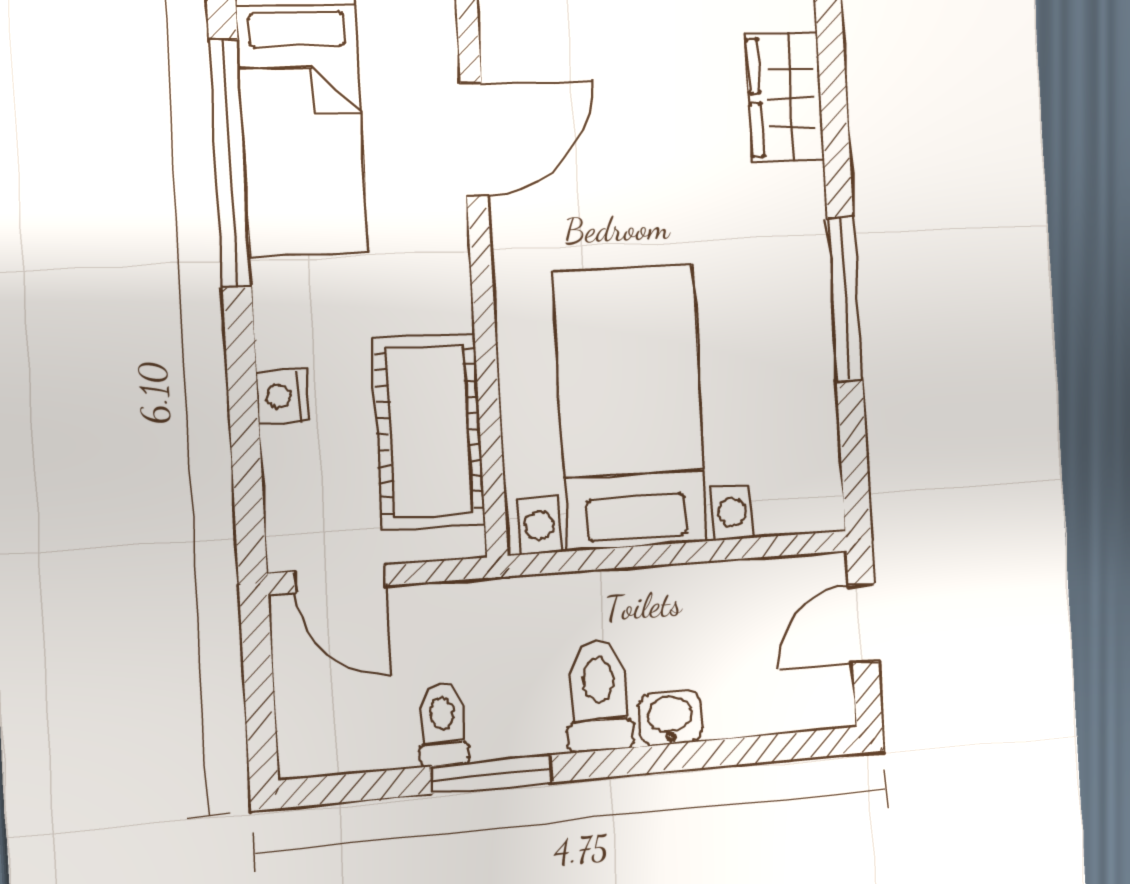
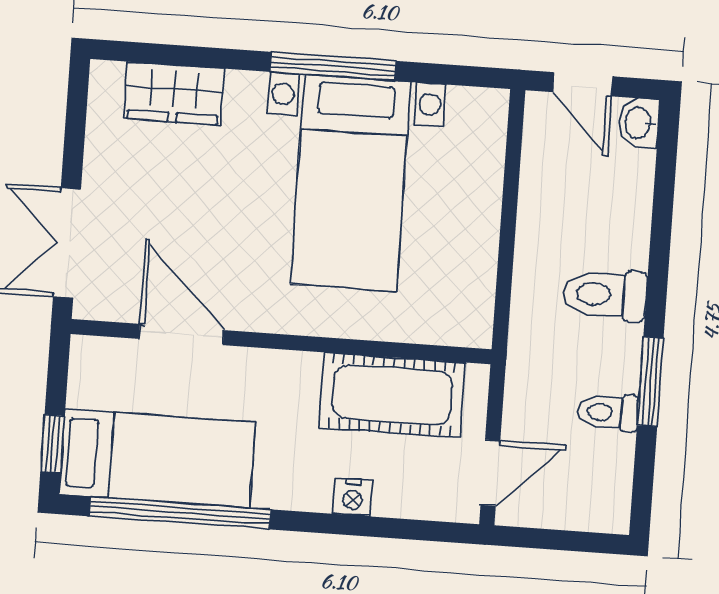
bed with nightstands: (630, 407) -> (350, 183), moved, turned -90
washbasin: (670, 718) -> (639, 123), moved

